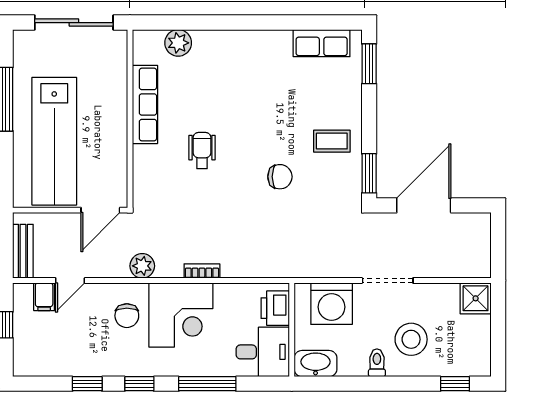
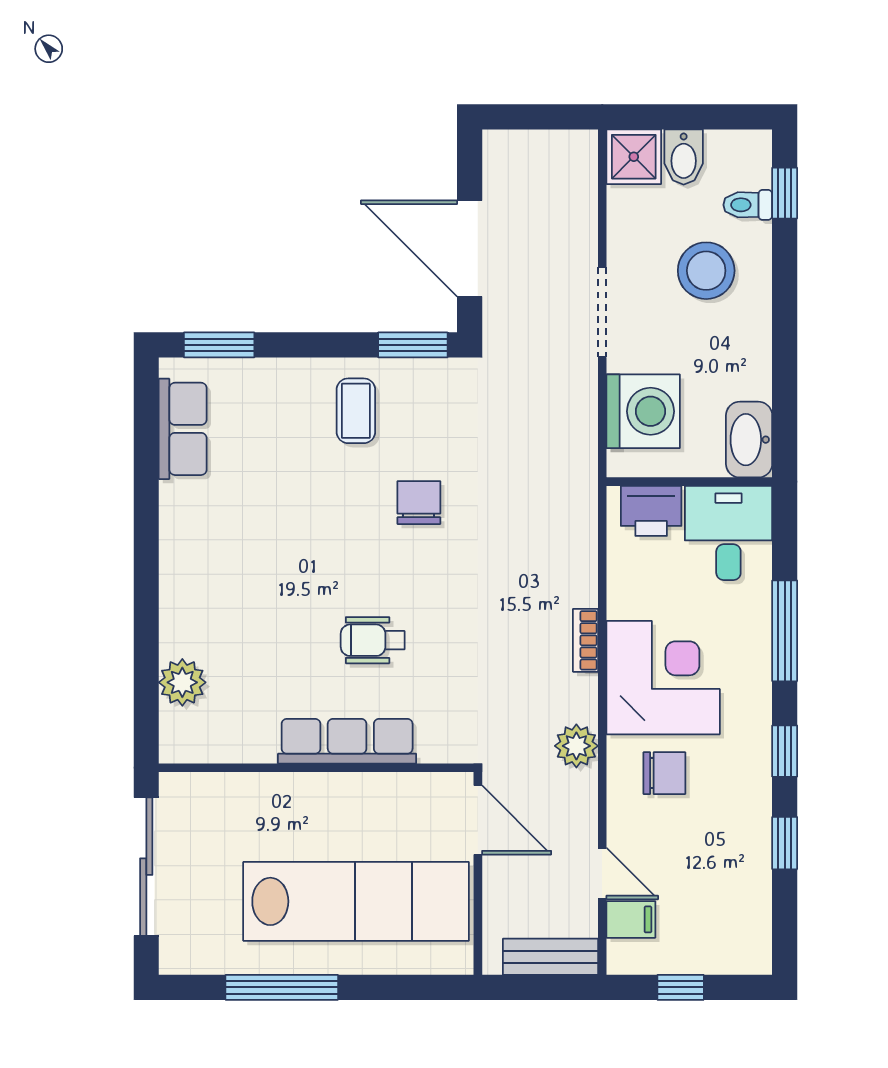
row of seats: (145, 104) -> (347, 741), moved
bidet: (475, 327) -> (684, 157), added
toilet: (377, 363) -> (748, 205), moved

